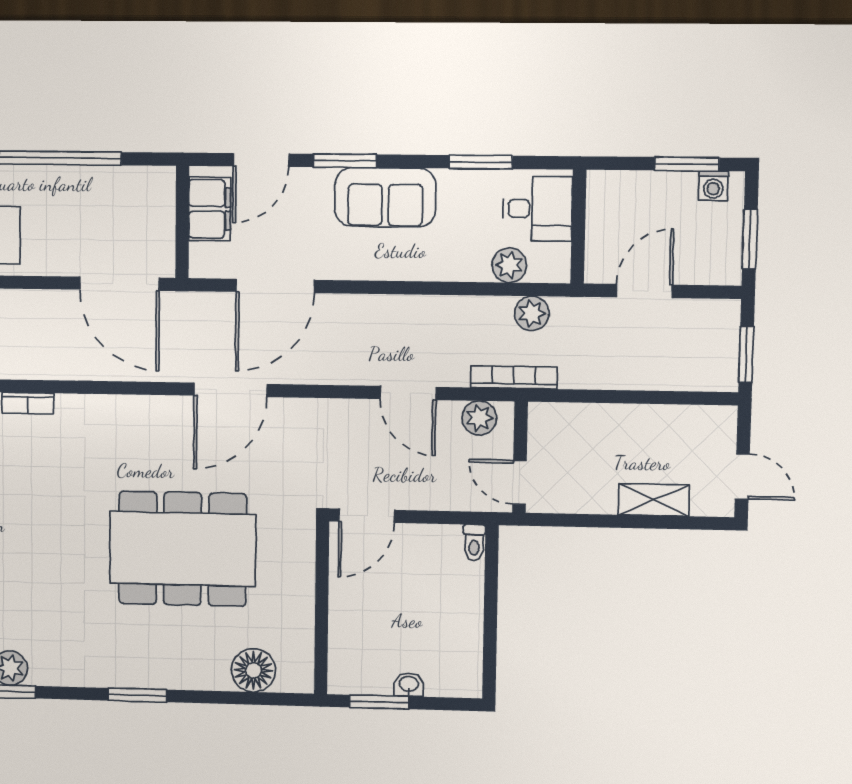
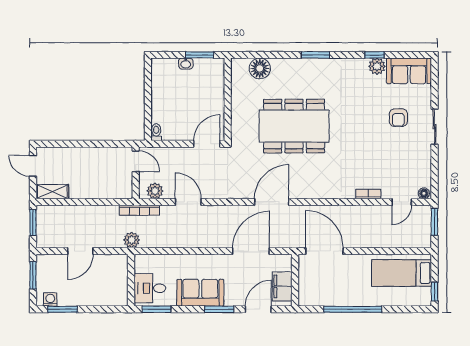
desk: (538, 209) -> (150, 288), moved
wall: (578, 227) -> (131, 280), moved
plant: (509, 265) -> (142, 262), removed
shelving: (654, 500) -> (52, 192), moved

